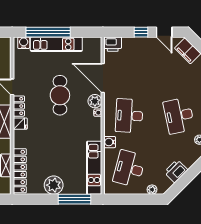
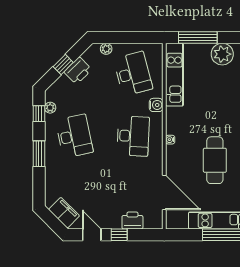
printer: (113, 44) -> (132, 220), moved
door: (103, 78) -> (164, 192), moved
plant: (95, 101) -> (174, 153), removed
desk: (129, 169) -> (133, 74), turned -30
window: (188, 176) -> (63, 64), added

